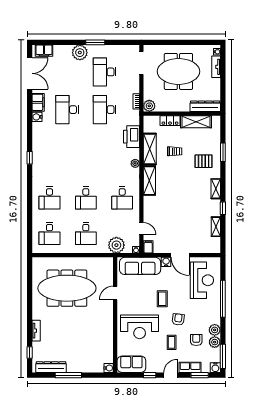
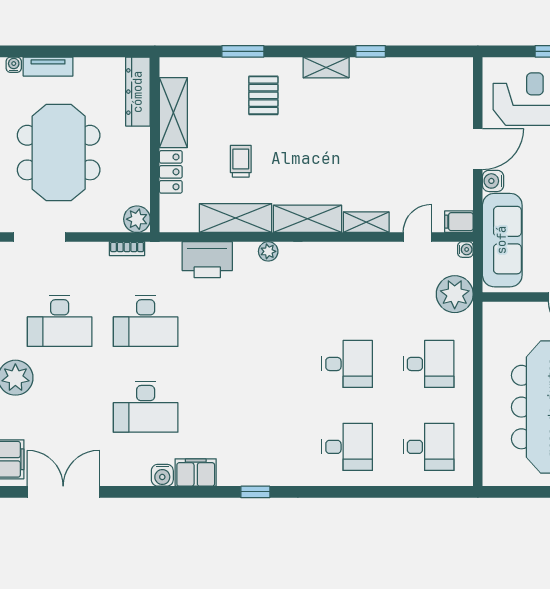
filing cabinet: (38, 102) -> (196, 472), moved
desk: (122, 198) -> (347, 281), removed
shelving: (216, 227) -> (366, 222), moved

